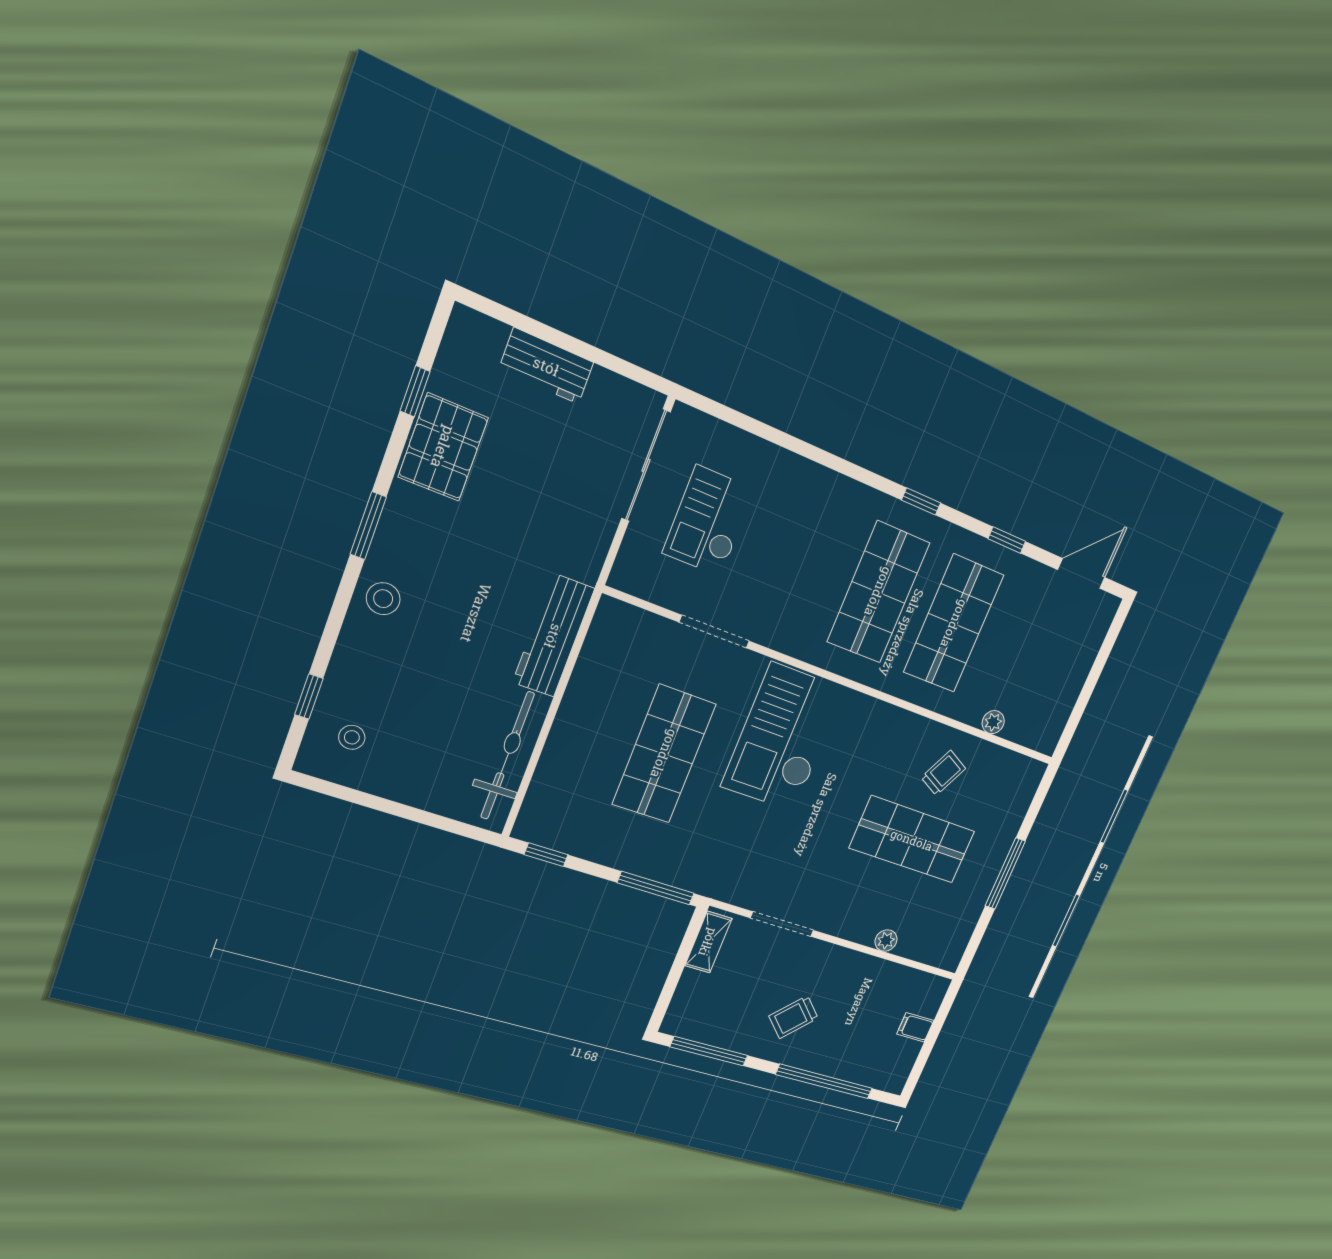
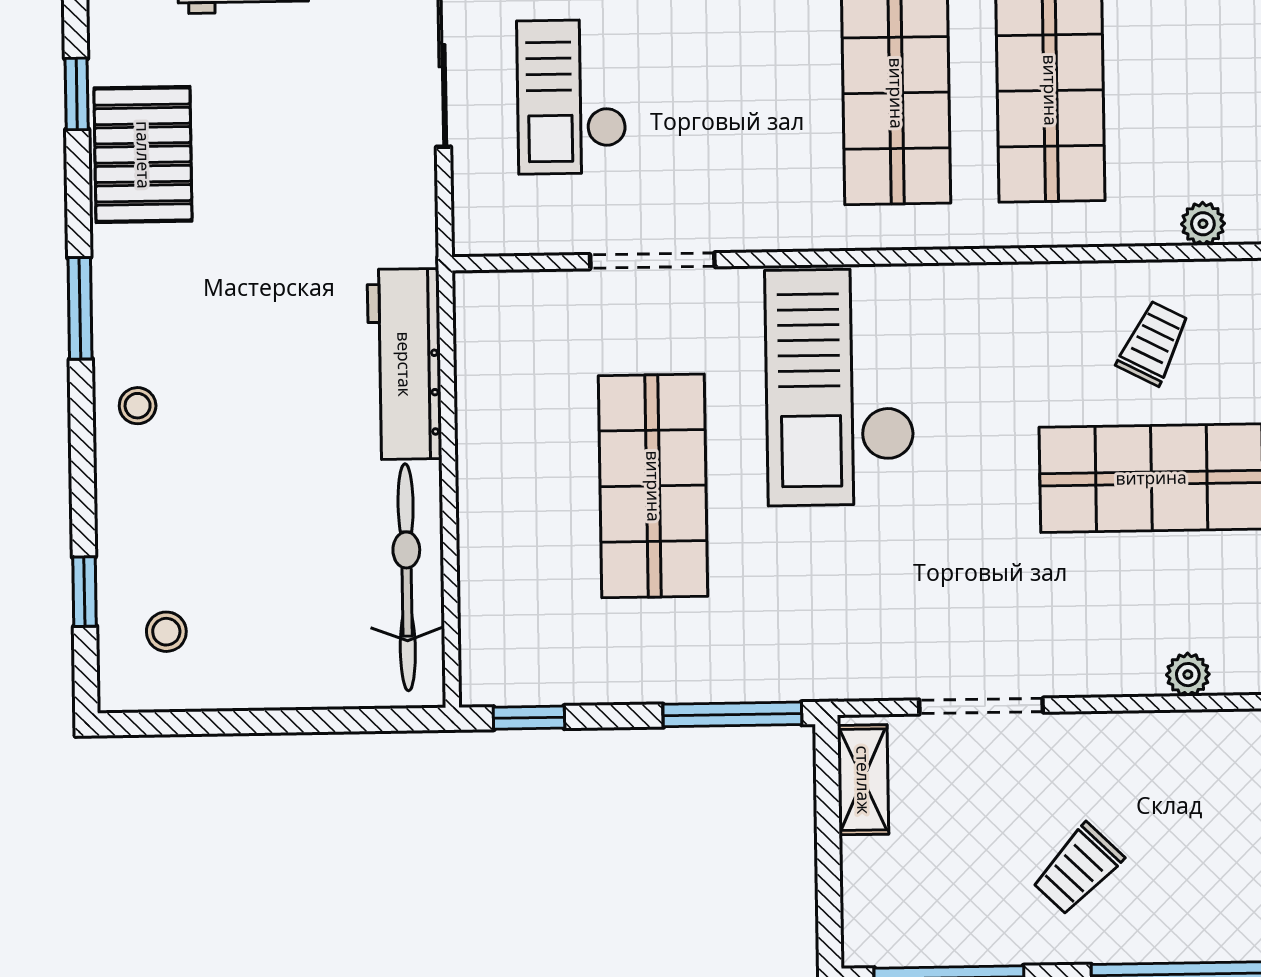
stool: (383, 599) -> (138, 406), width x0.73, depth x0.73

